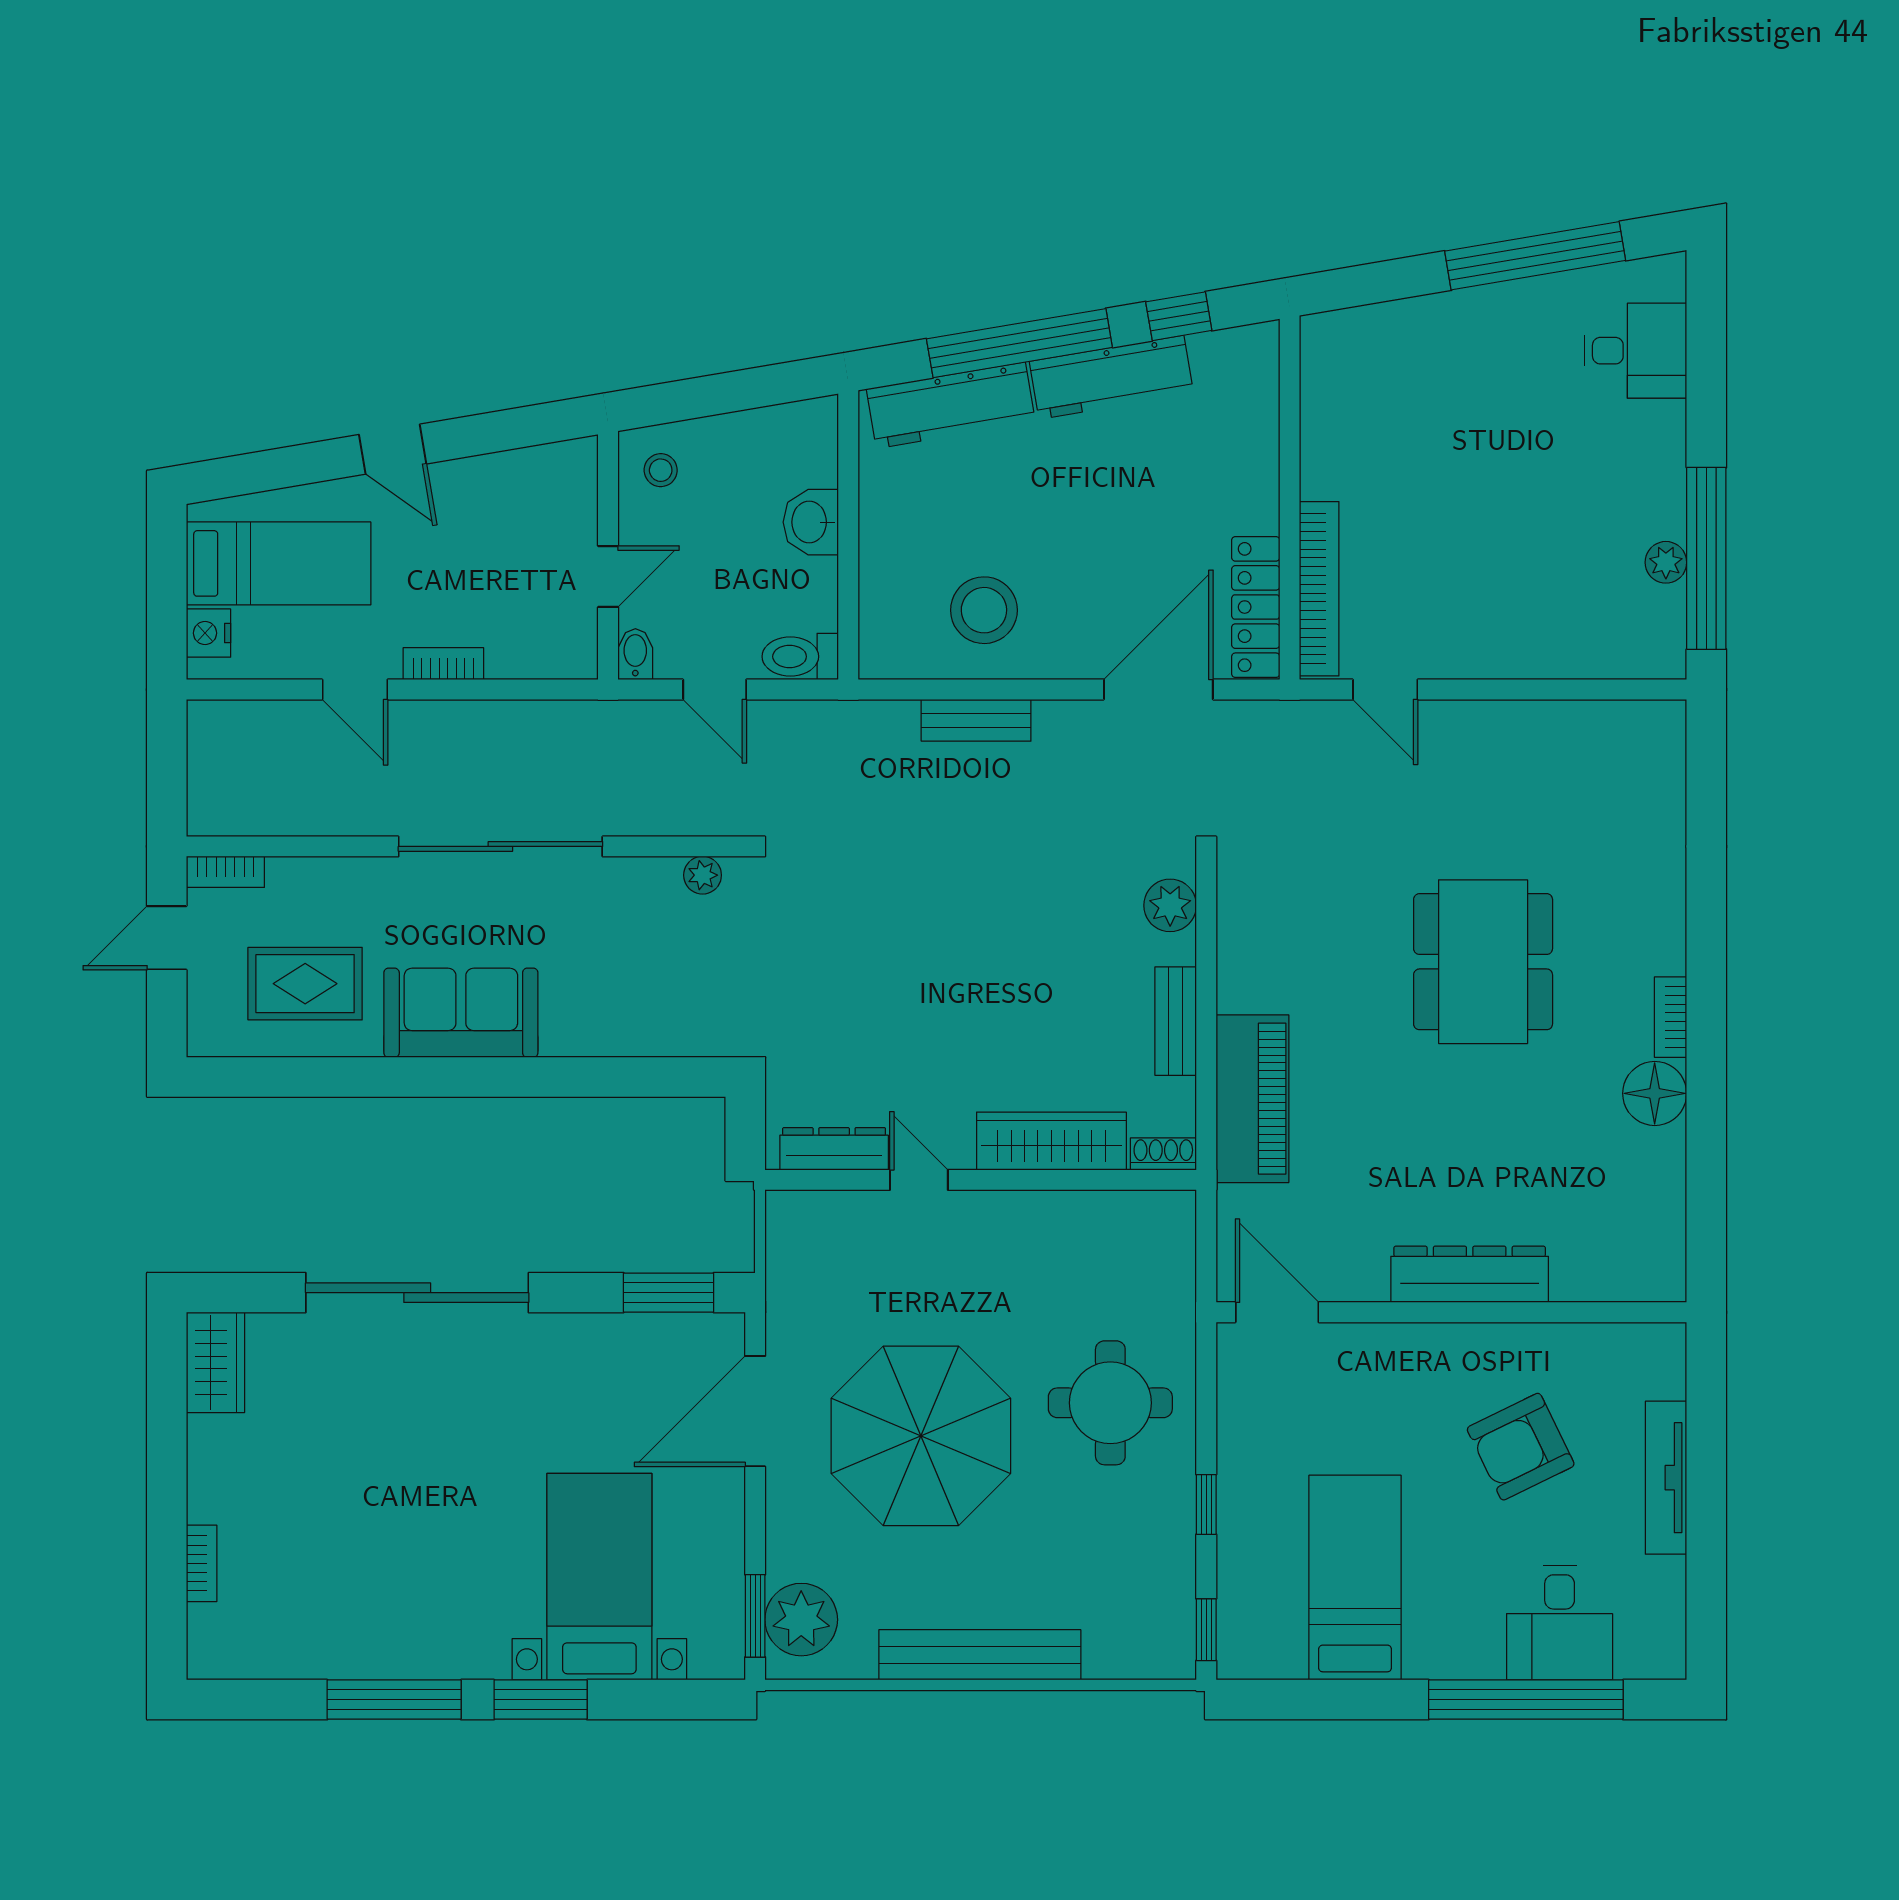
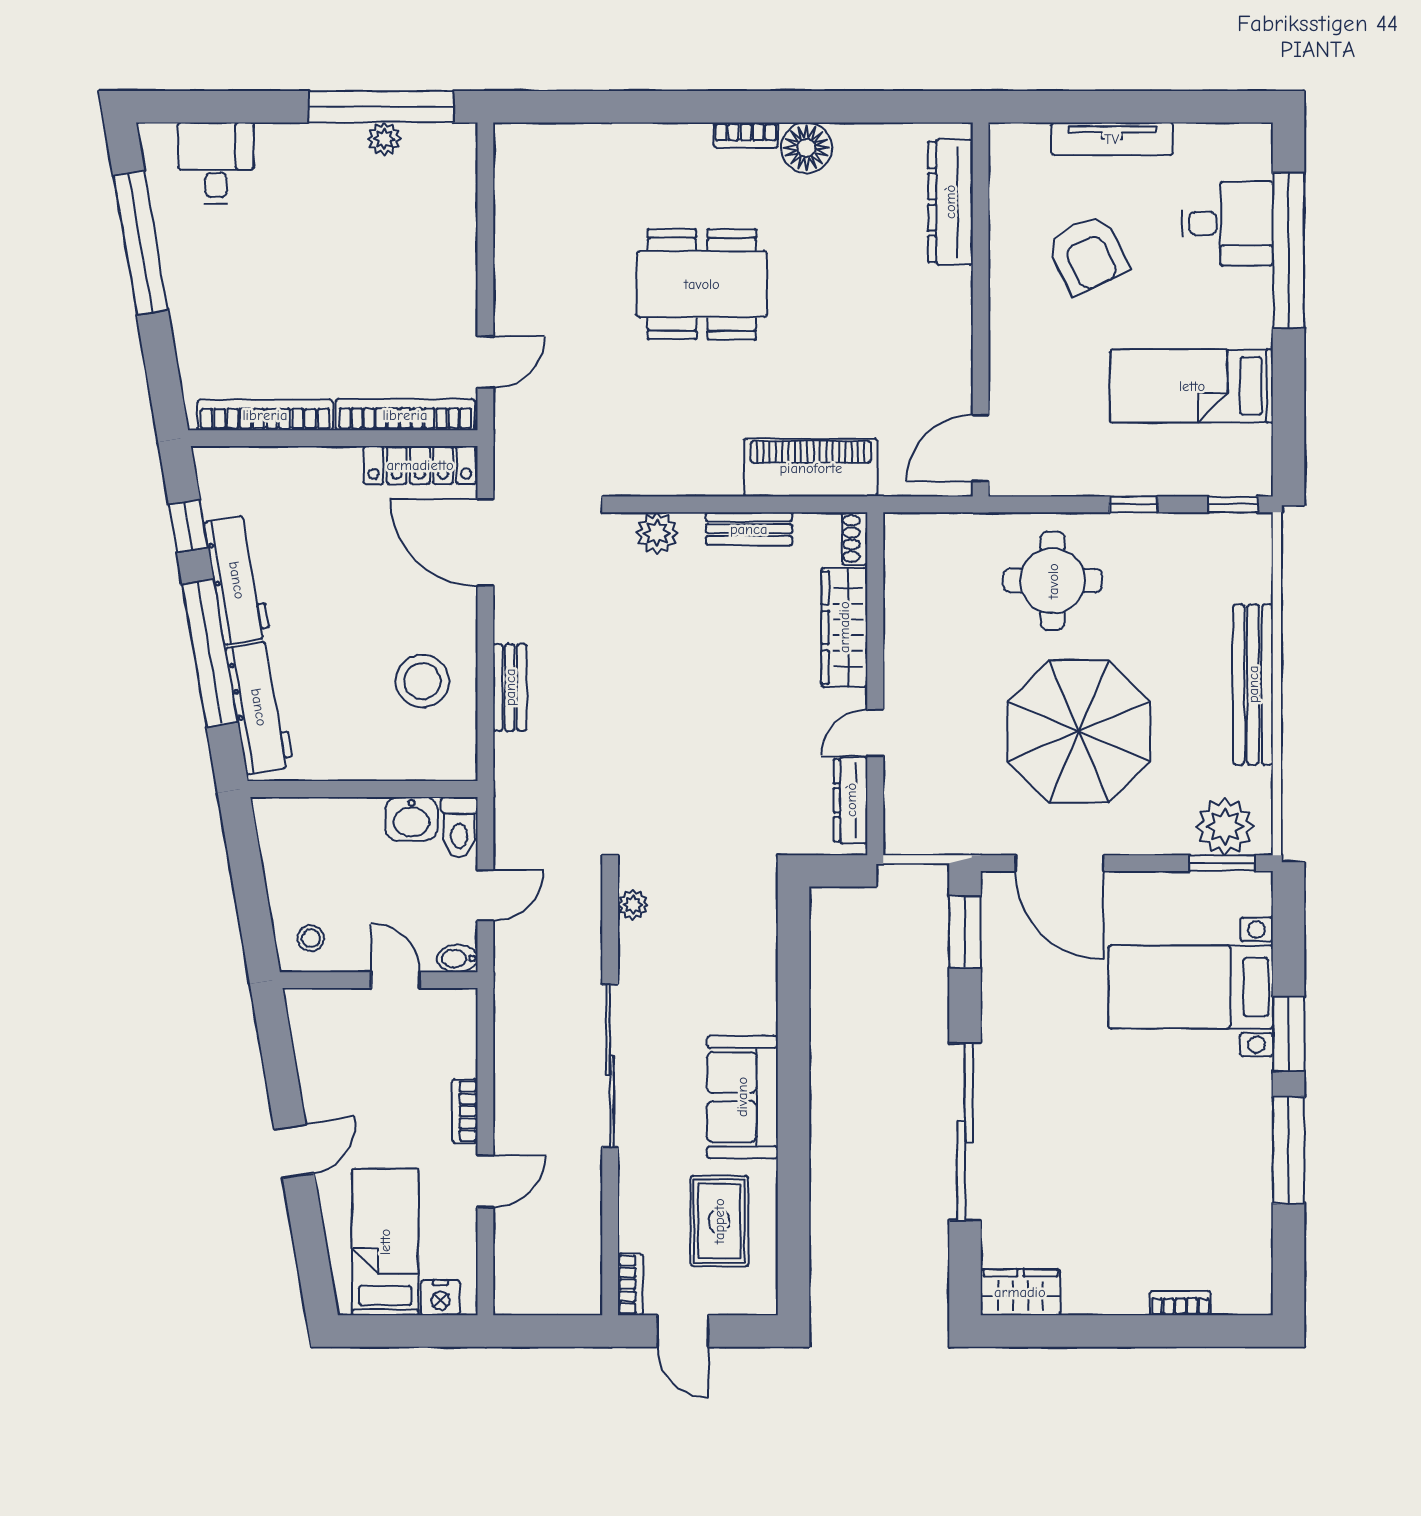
bookcase: (1319, 413) -> (265, 415), added
washbasin: (811, 522) -> (411, 819), moved
dresser: (1470, 1274) -> (950, 202), moved

